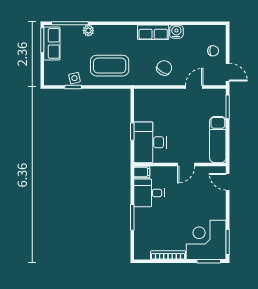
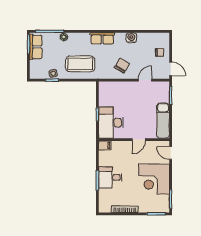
row of seats: (153, 32) -> (102, 38), moved
desk: (149, 193) -> (110, 177), moved
corner desk: (206, 240) -> (154, 179), moved, turned -90

